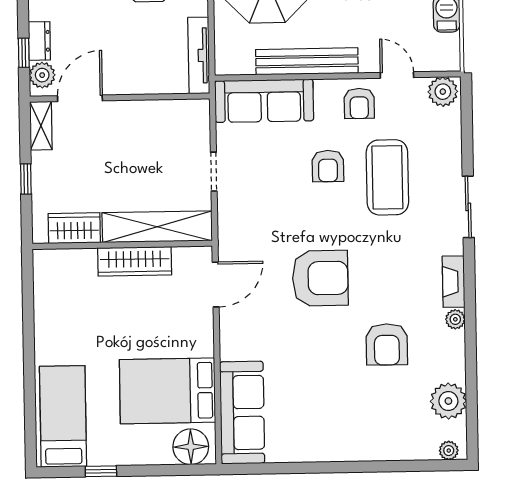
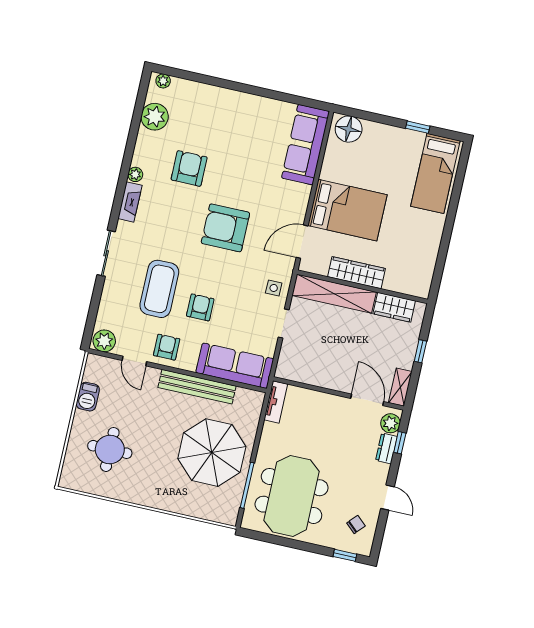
tv unit: (199, 55) -> (276, 402), width x0.71
door: (80, 98) -> (367, 400), swing flipped
side table: (238, 215) -> (274, 288), added
bed: (167, 391) -> (347, 210), moved

